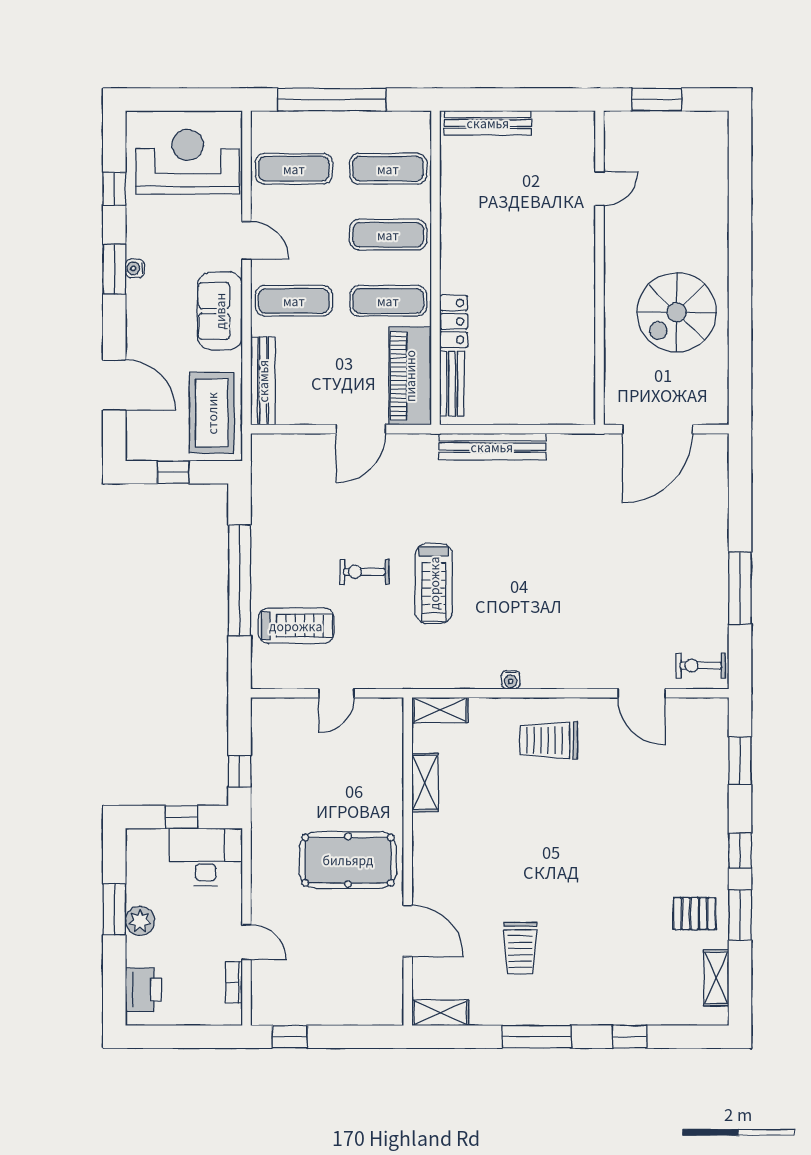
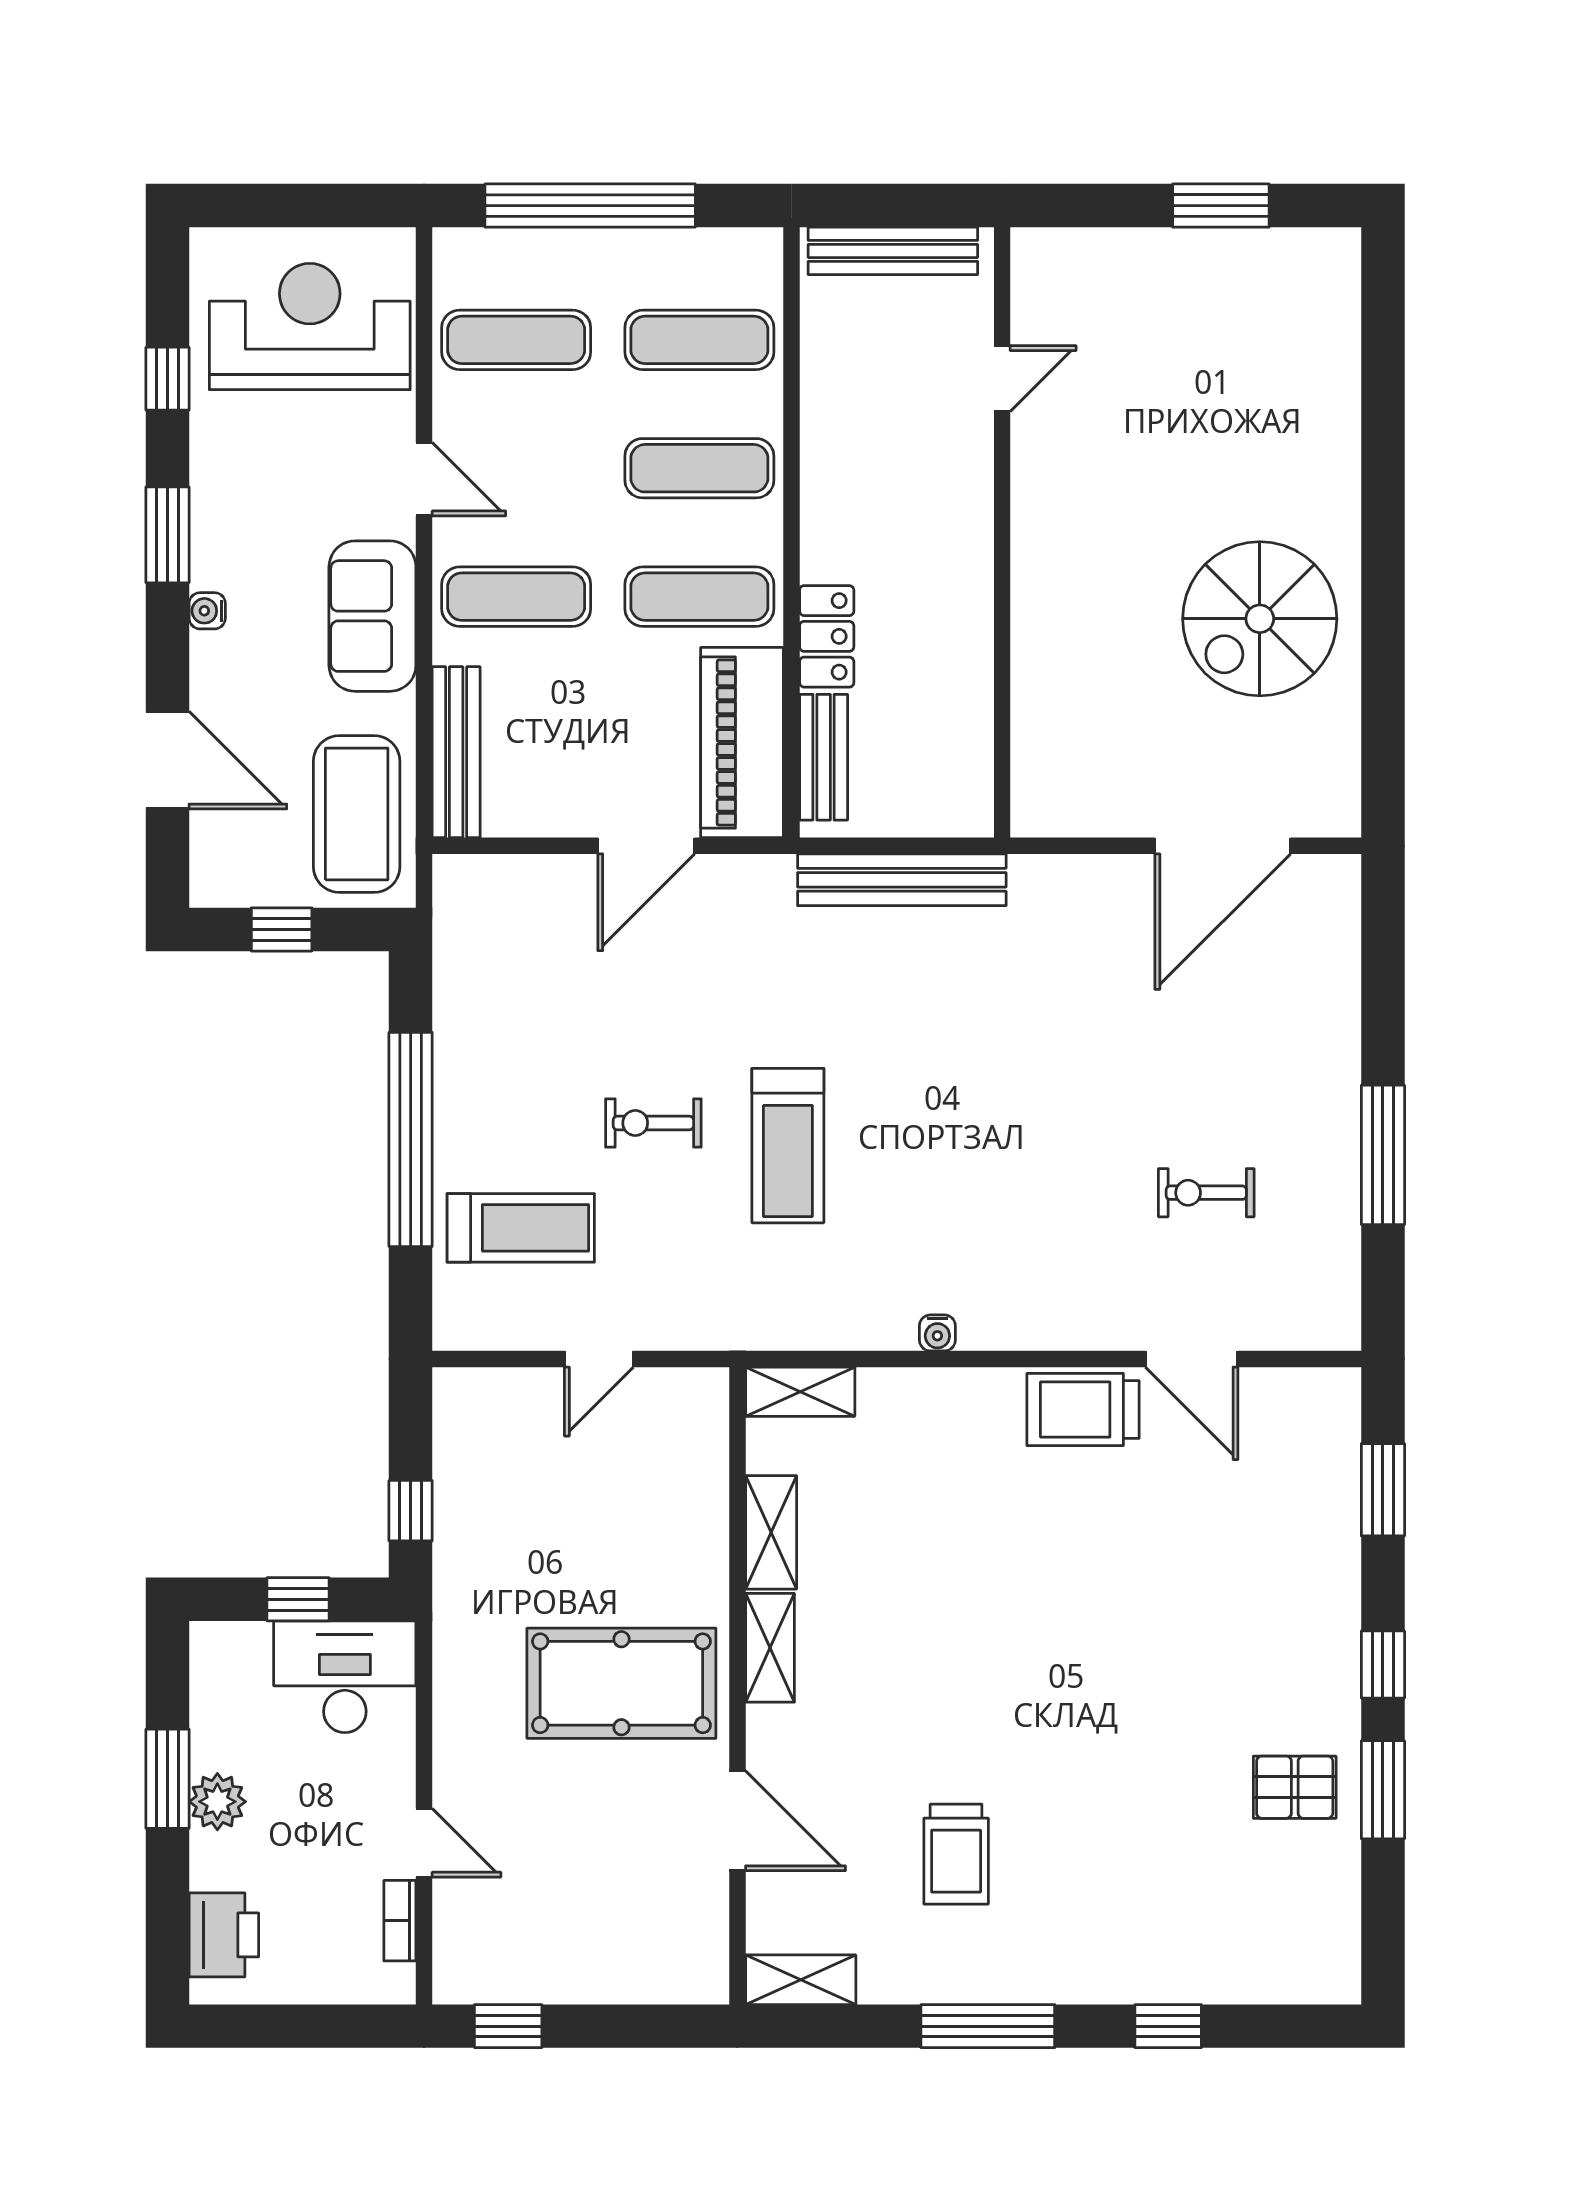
door: (600, 189) -> (1002, 379), moved
water cooler: (135, 268) -> (207, 611), moved
wall: (600, 268) -> (1002, 532), moved
exercise bike: (701, 666) -> (1206, 1193), moved
trolley: (549, 740) -> (1083, 1410), moved
shelving: (716, 978) -> (770, 1648), moved

